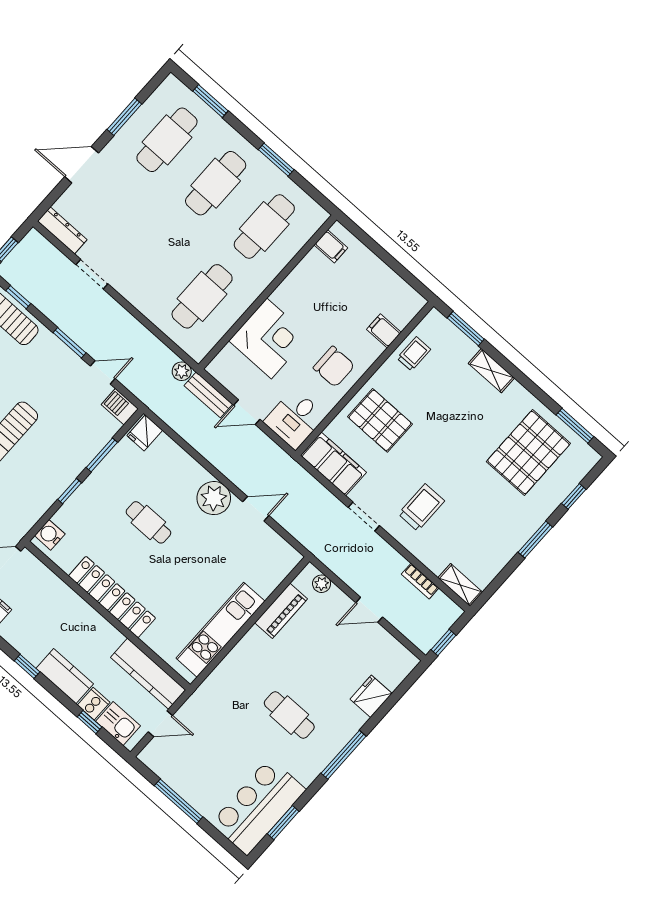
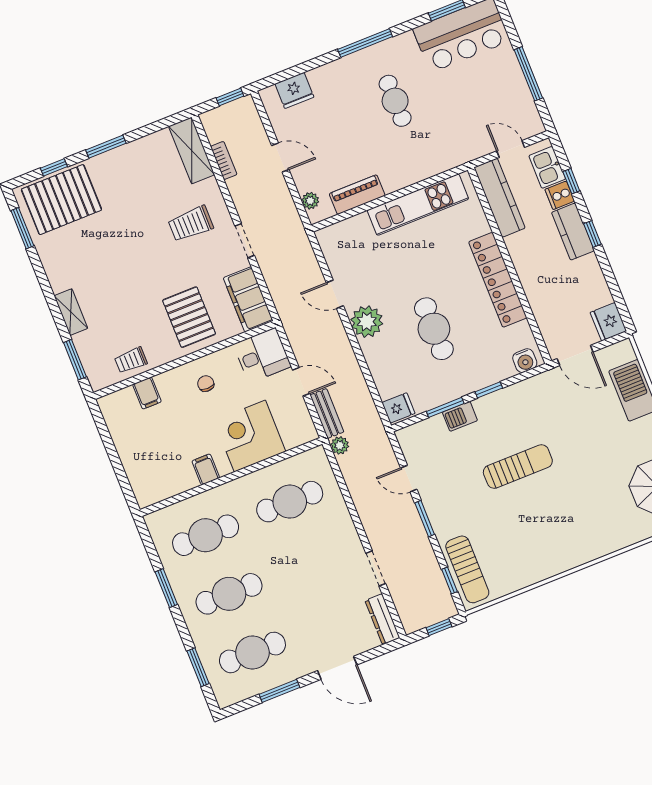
filing cabinet: (331, 246) -> (206, 469), moved
chair: (334, 367) -> (206, 384), width x0.54, depth x0.54
barbecue: (120, 407) -> (460, 416), moved, turned 90
pallet: (528, 453) -> (61, 200), moved
cafe table: (148, 522) -> (434, 329), width x1.37, depth x1.35
shelving: (460, 585) -> (192, 151), width x1.50, depth x1.33
window: (27, 666) -> (592, 234), moved
fridge: (371, 696) -> (294, 90), moved

